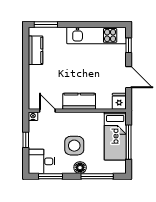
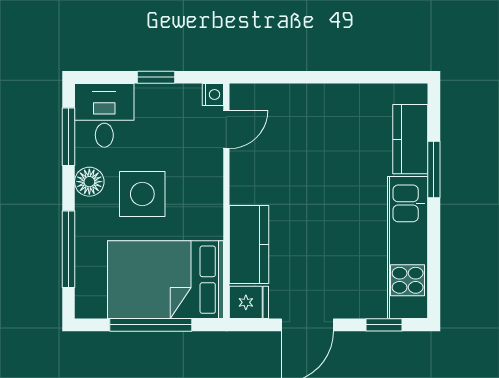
window: (46, 25) -> (434, 169), moved
kitchen counter: (36, 50) -> (410, 139), moved, turned 90
kitchen counter: (79, 101) -> (249, 244), moved
bed: (115, 136) -> (165, 280), width x1.50
floor lamp: (80, 168) -> (89, 182), moved

